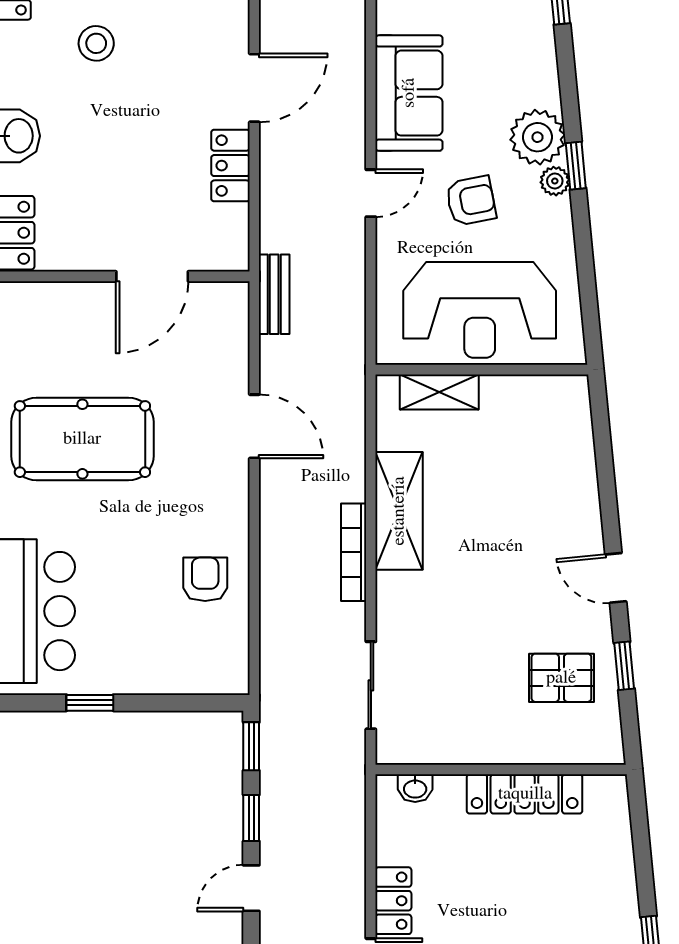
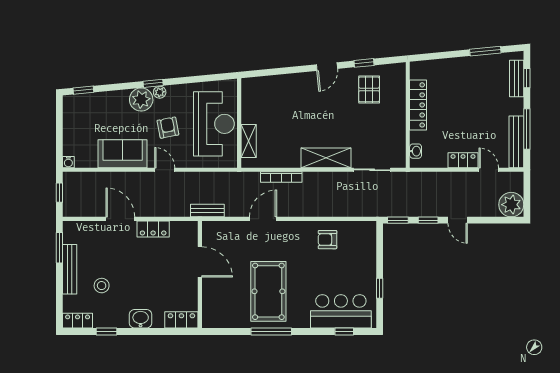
shelving: (399, 511) -> (326, 158), moved
bookcase: (354, 552) -> (281, 177), moved

